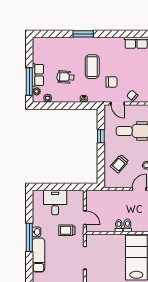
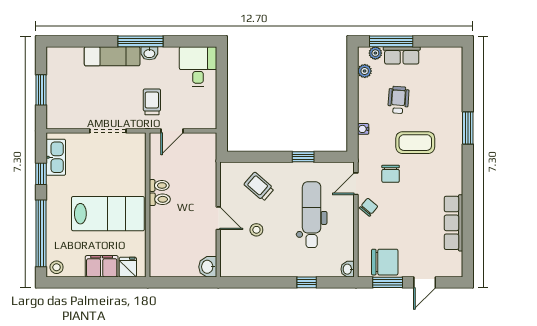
desk: (55, 203) -> (198, 67), moved, turned -90

